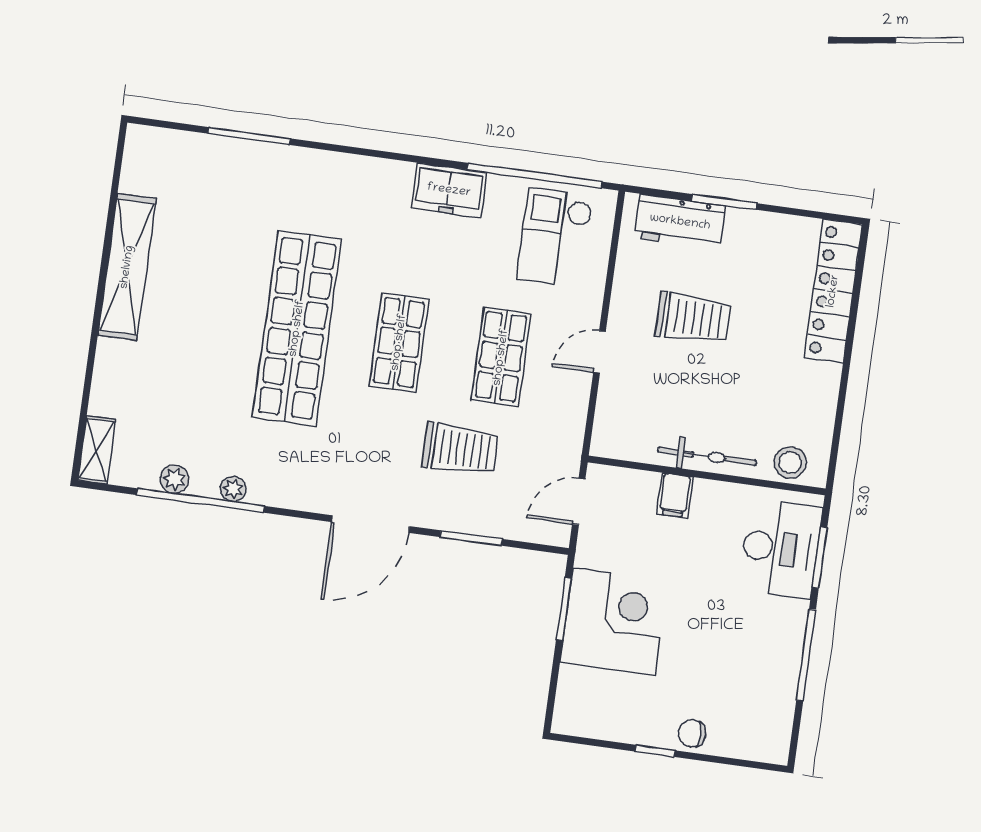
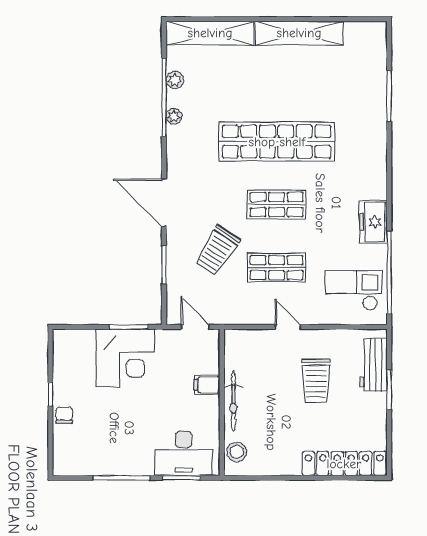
trolley: (460, 449) -> (217, 251), turned 33
shelving: (97, 450) -> (210, 33), width x2.20, depth x1.33

